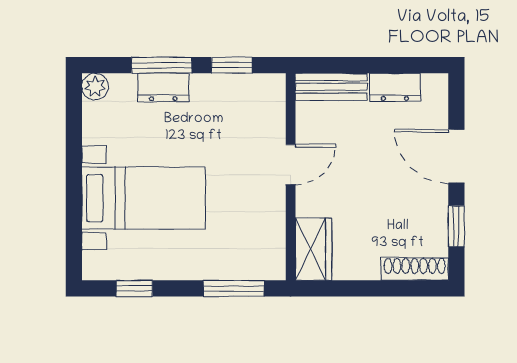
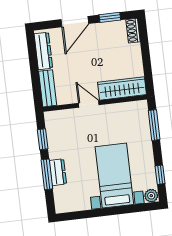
plant: (95, 86) -> (151, 196), moved
dresser: (395, 87) -> (43, 51), width x1.44
wardrobe: (313, 249) -> (122, 88), width x1.50
shoe rack: (415, 269) -> (133, 31), width x0.70

